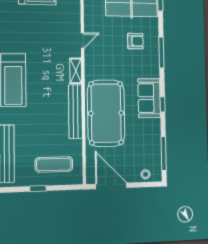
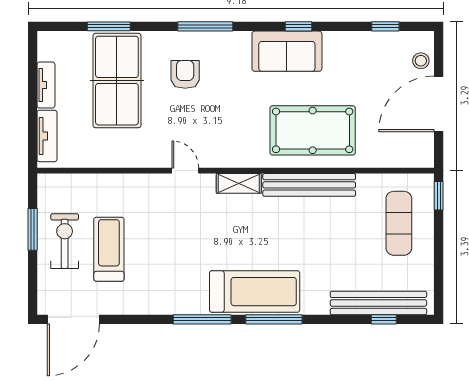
pool table: (106, 113) -> (313, 130), width x0.73, depth x0.76
window: (164, 153) -> (385, 26), width x0.46
door: (111, 186) -> (439, 104), moved
window: (38, 189) -> (439, 196), moved

